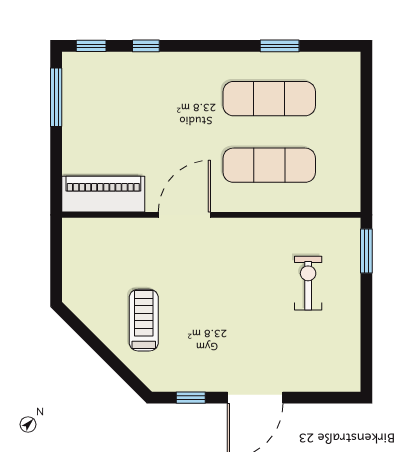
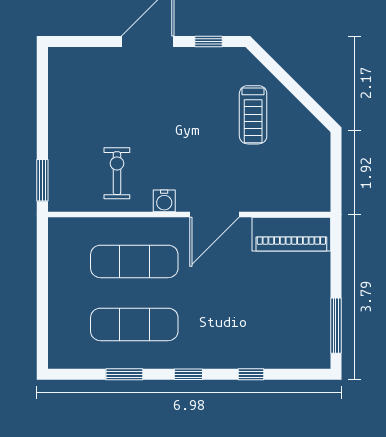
window: (91, 46) -> (188, 374), moved
water cooler: (238, 229) -> (164, 201), added
exercise bike: (308, 283) -> (117, 173), moved, turned 180

